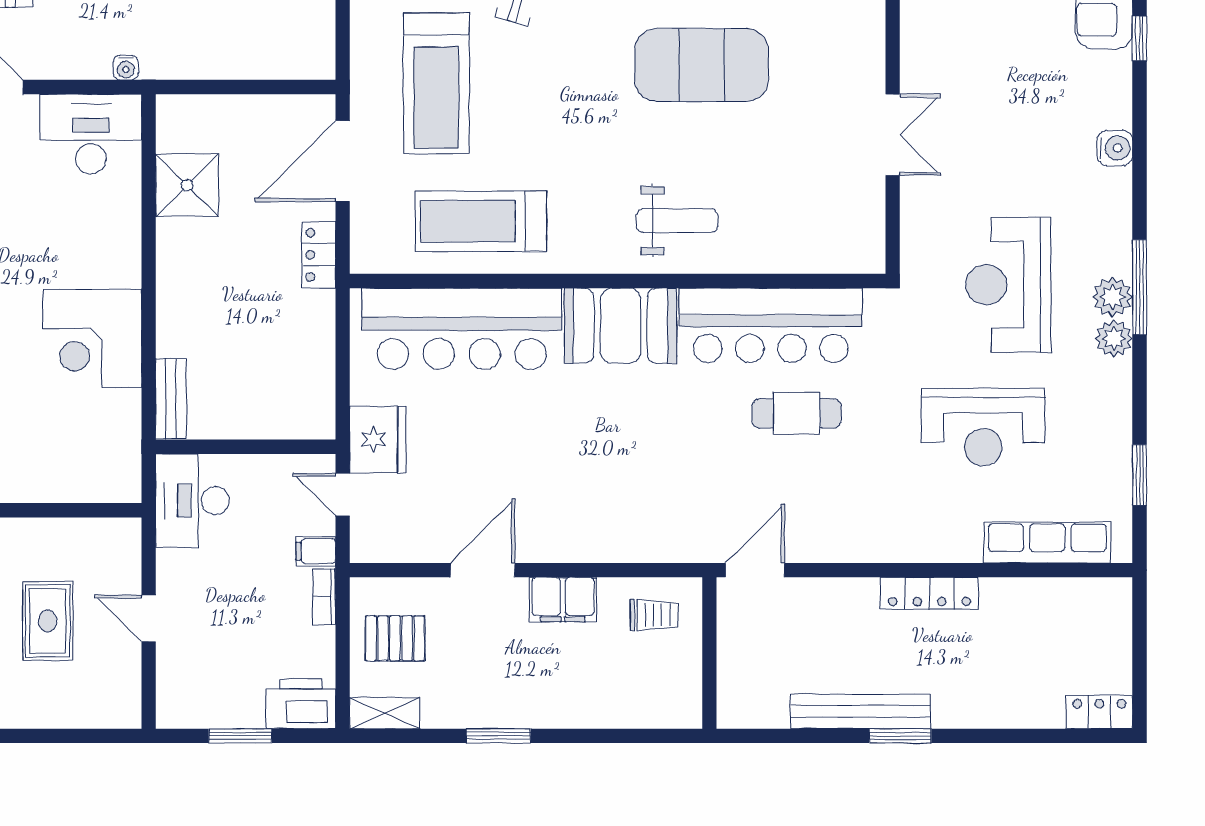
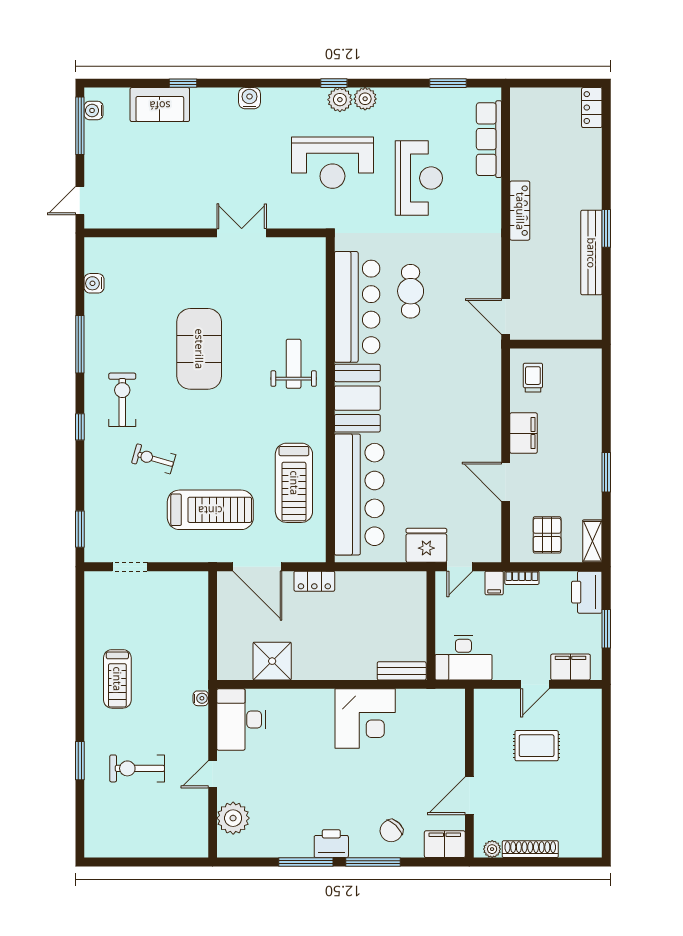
window: (1140, 287) -> (334, 83), width x0.46
filing cabinet: (177, 677) -> (571, 667), added

